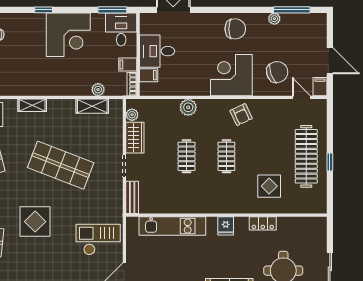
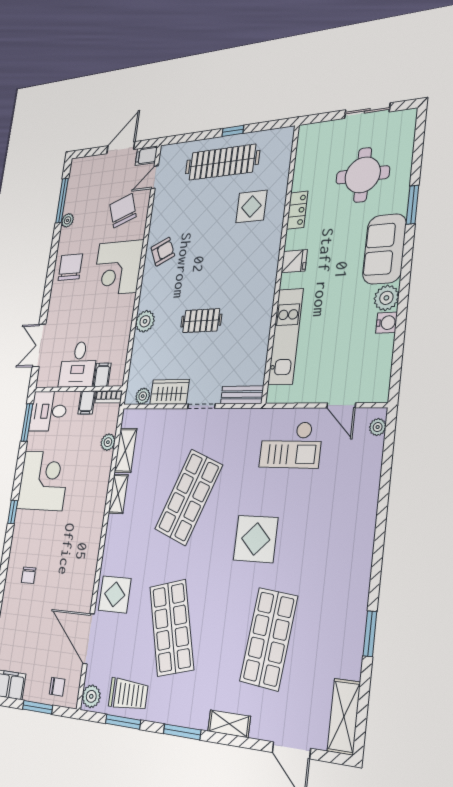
shelving: (32, 105) -> (118, 494), moved
clothes rail: (226, 156) -> (208, 267), removed
checkout: (98, 239) -> (291, 445), turned -90

